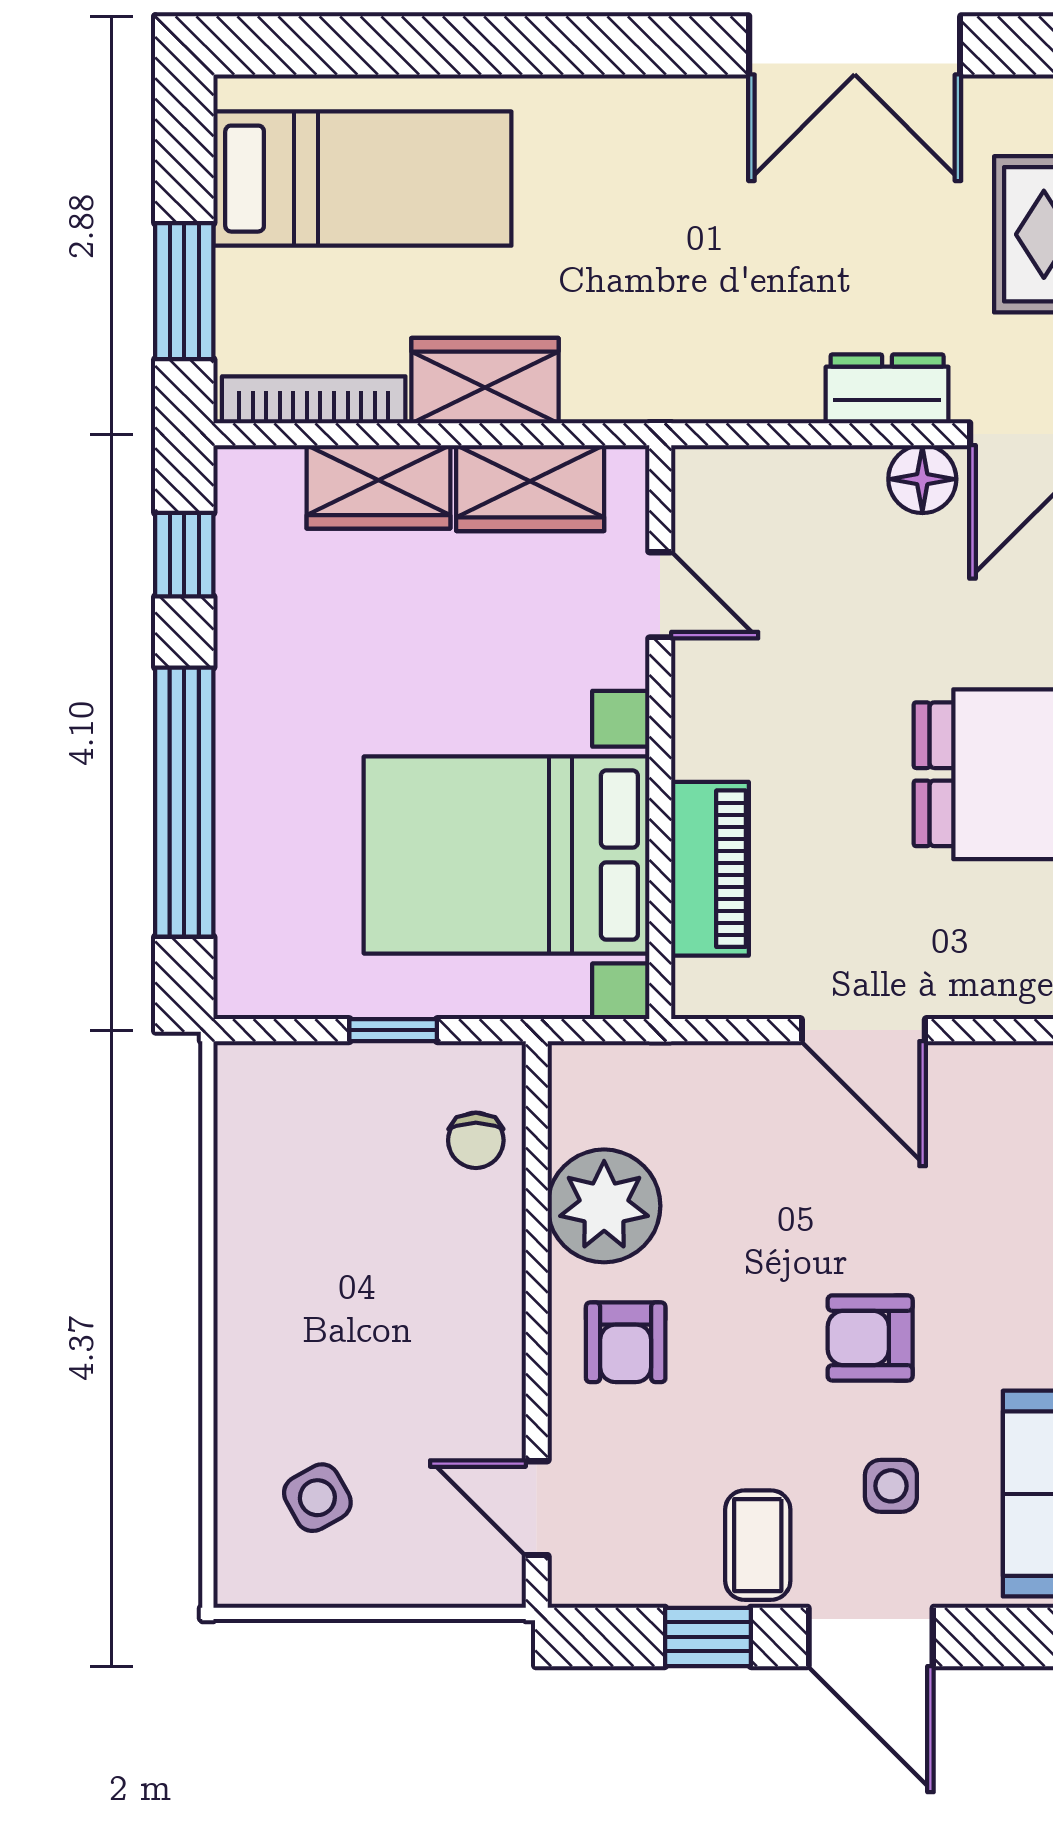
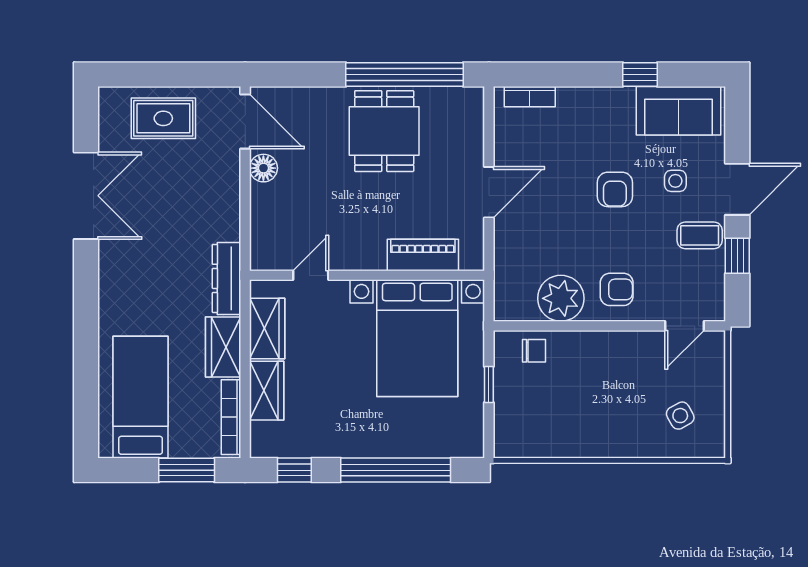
dresser: (887, 389) -> (227, 278), moved, width x1.44

